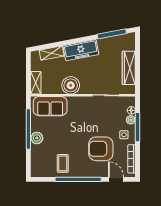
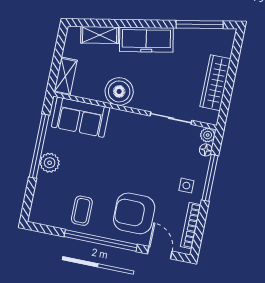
plant: (131, 120) -> (208, 135), moved
armchair: (101, 149) -> (134, 213), moved

